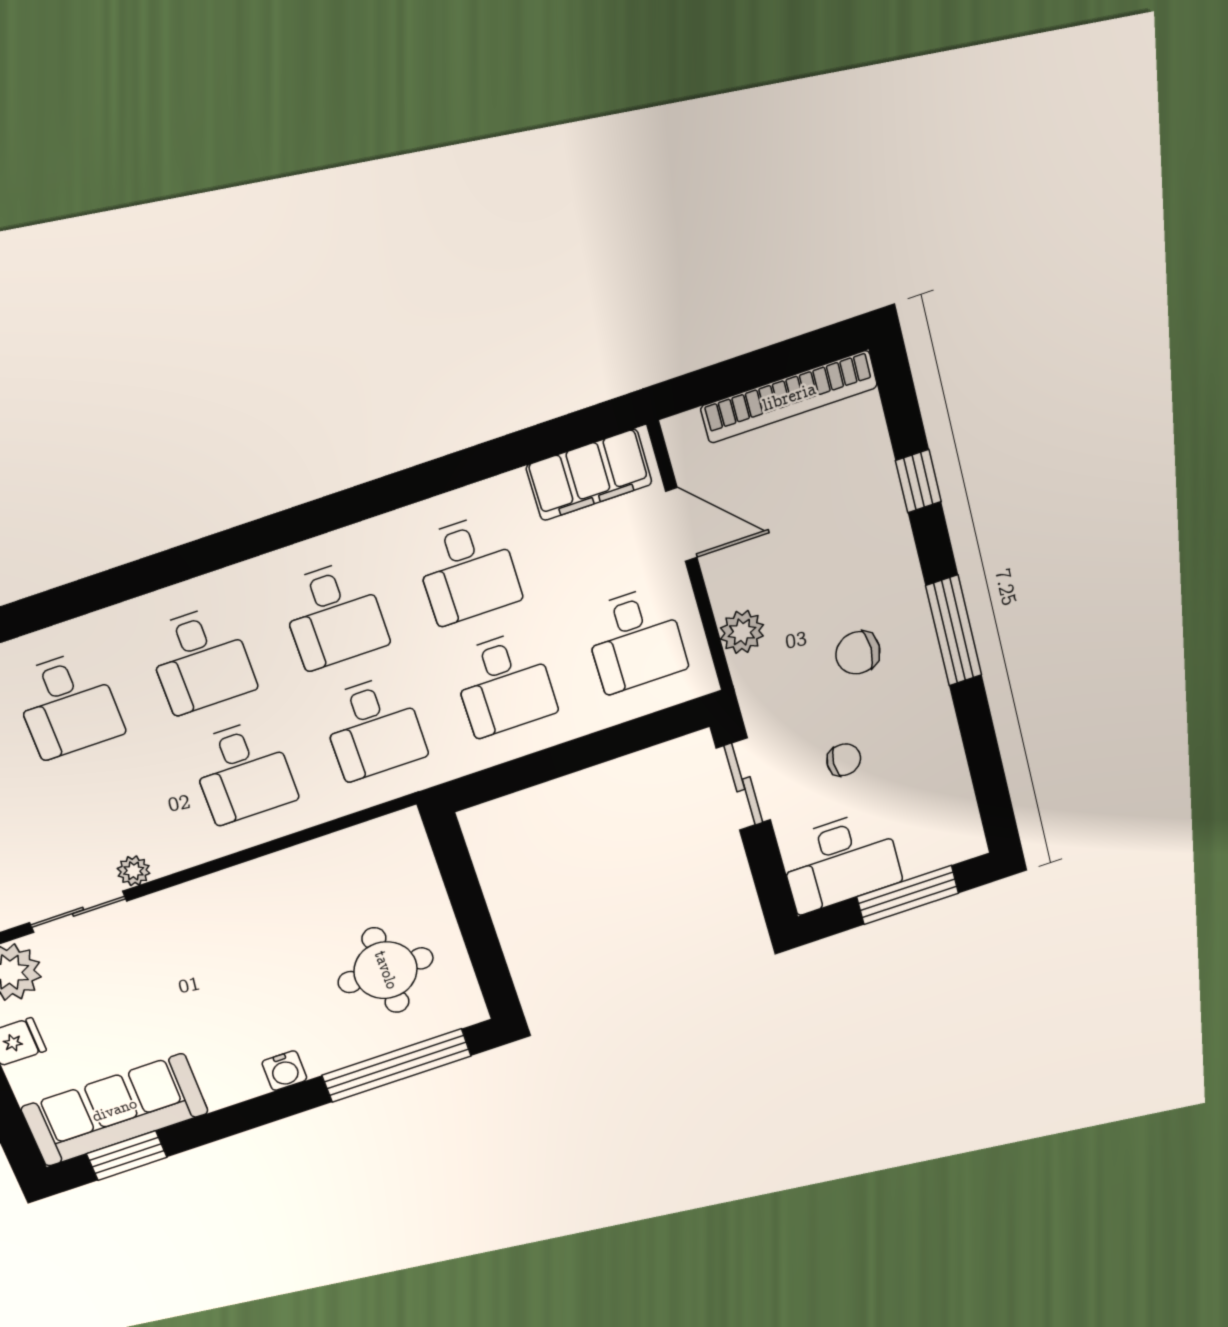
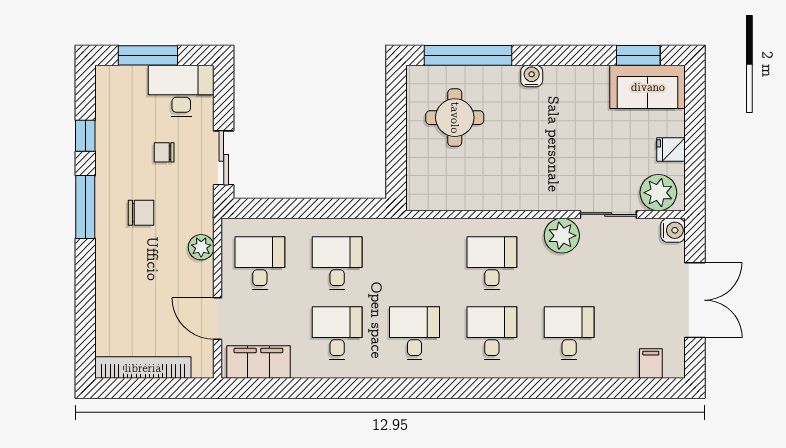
window: (918, 481) -> (85, 136), moved
desk: (373, 728) -> (414, 263), removed
plant: (134, 871) -> (562, 236), width x1.88, depth x1.88
sofa: (115, 1110) -> (648, 87), width x0.73

